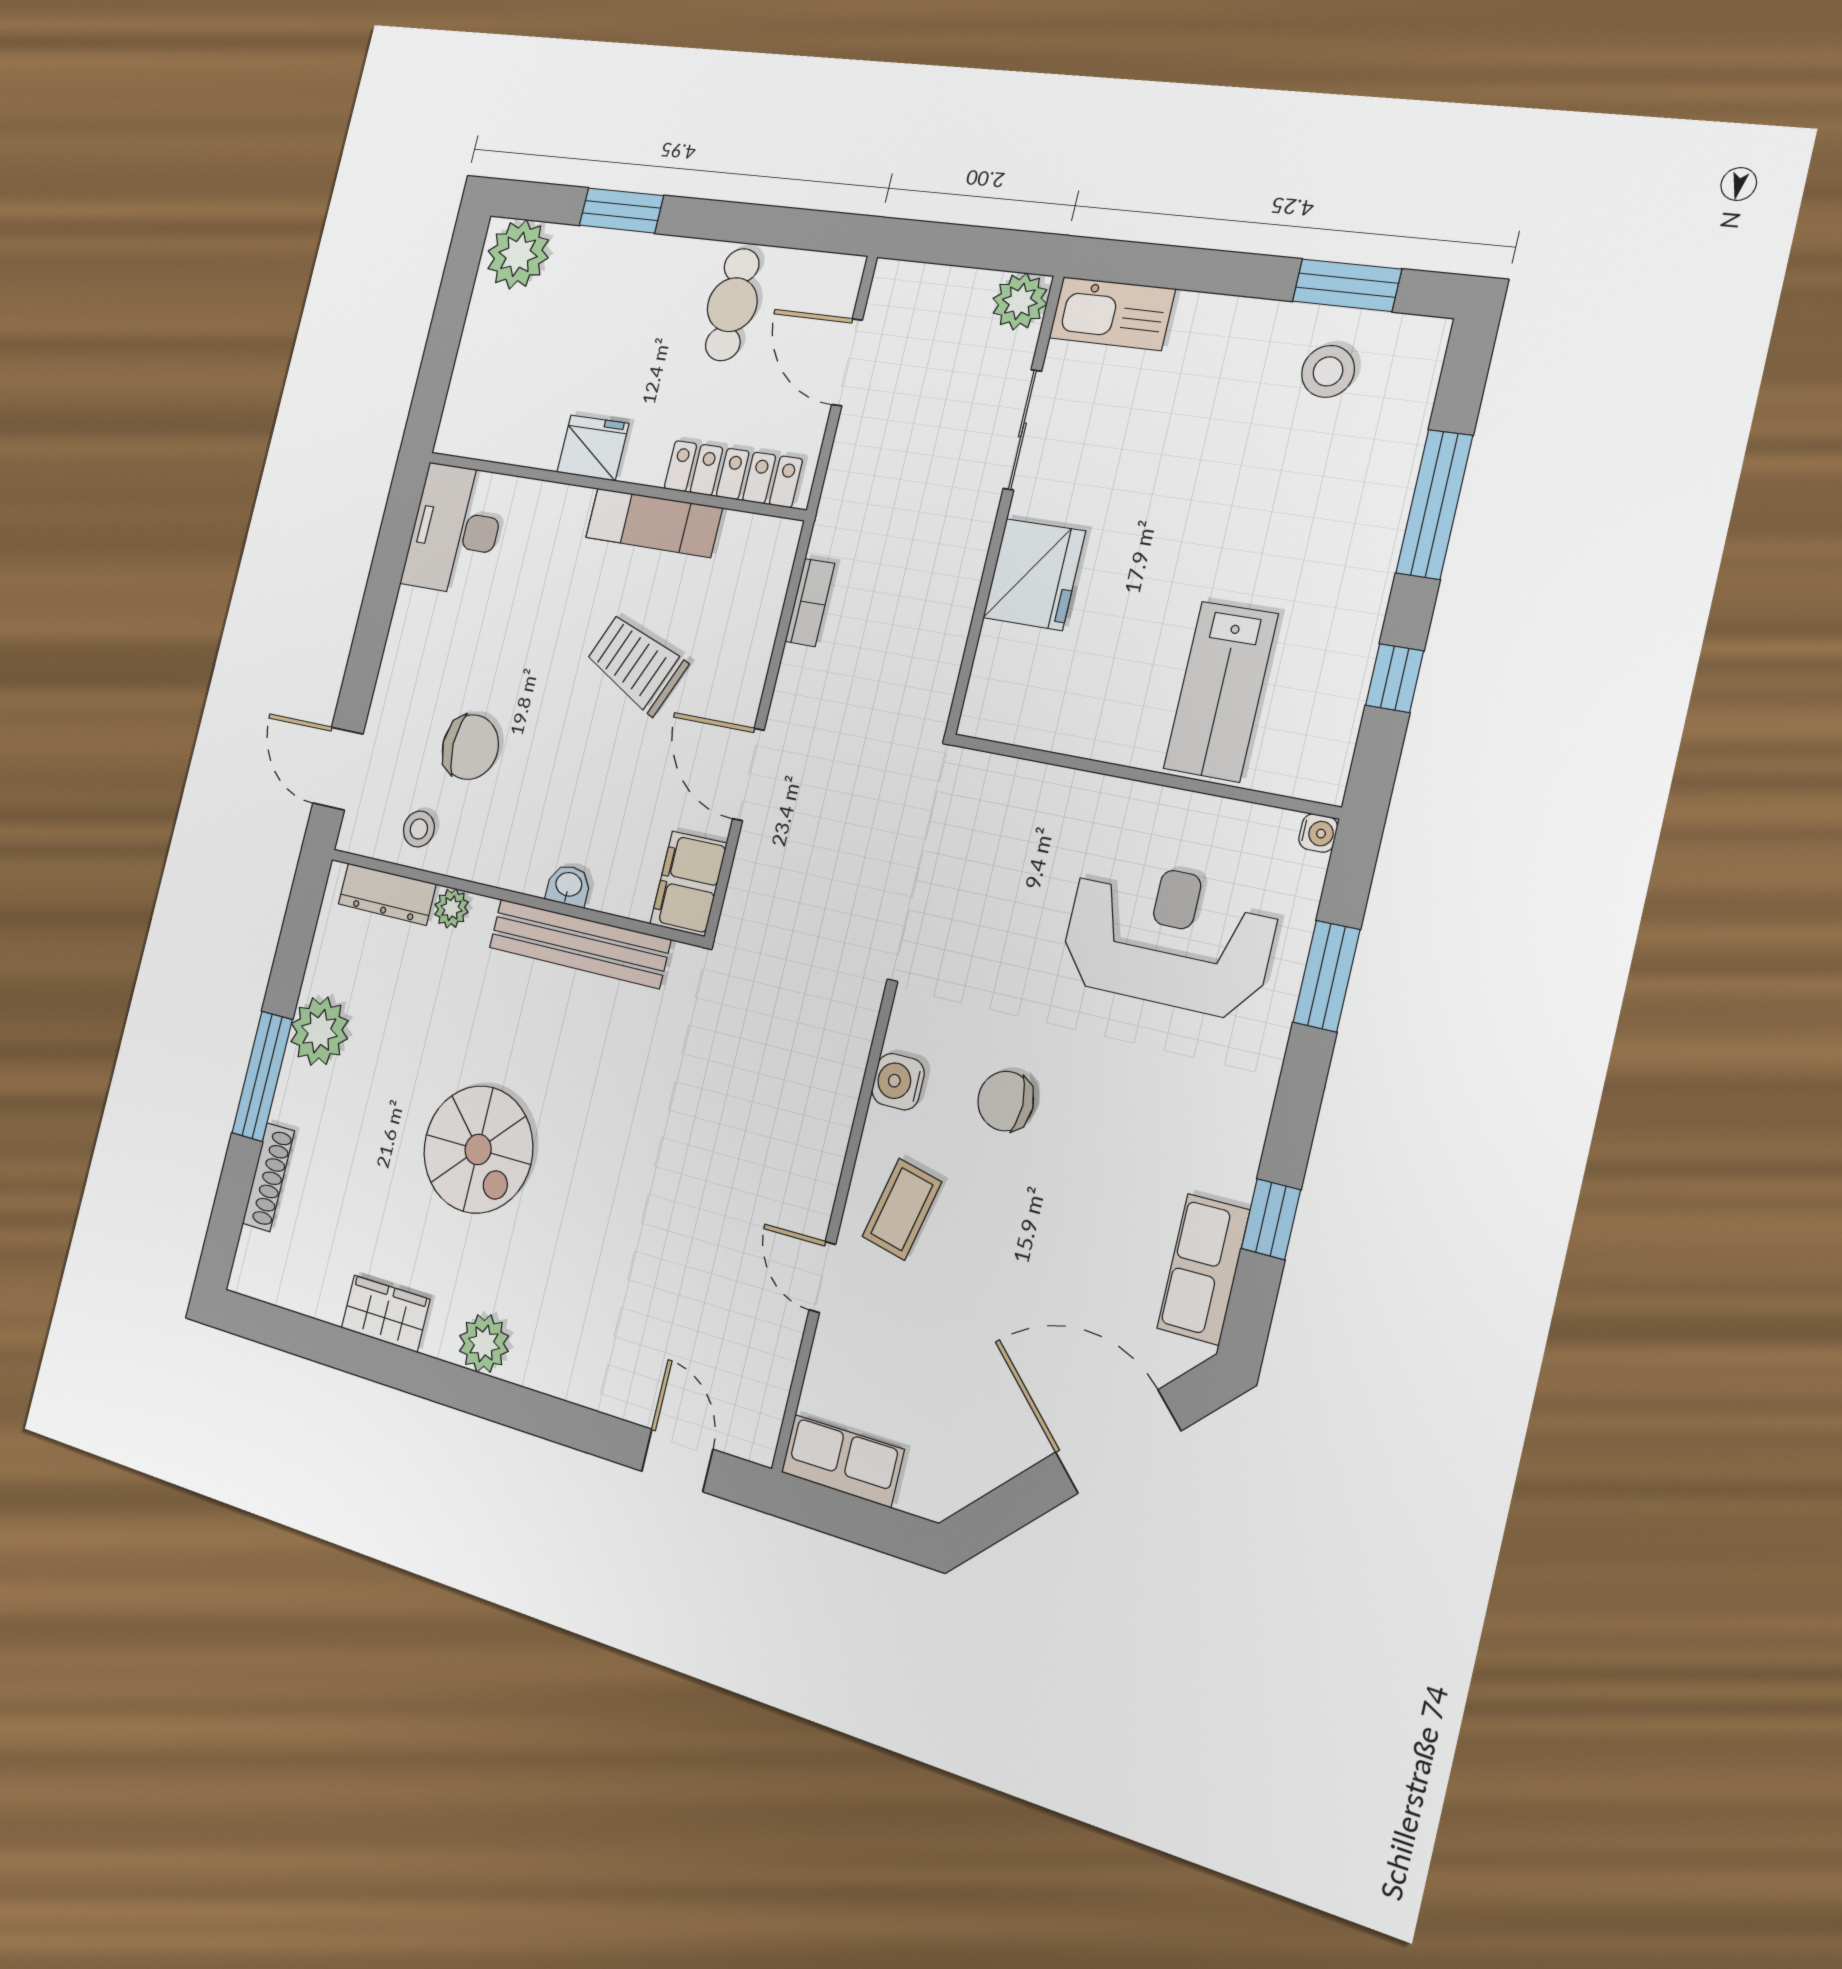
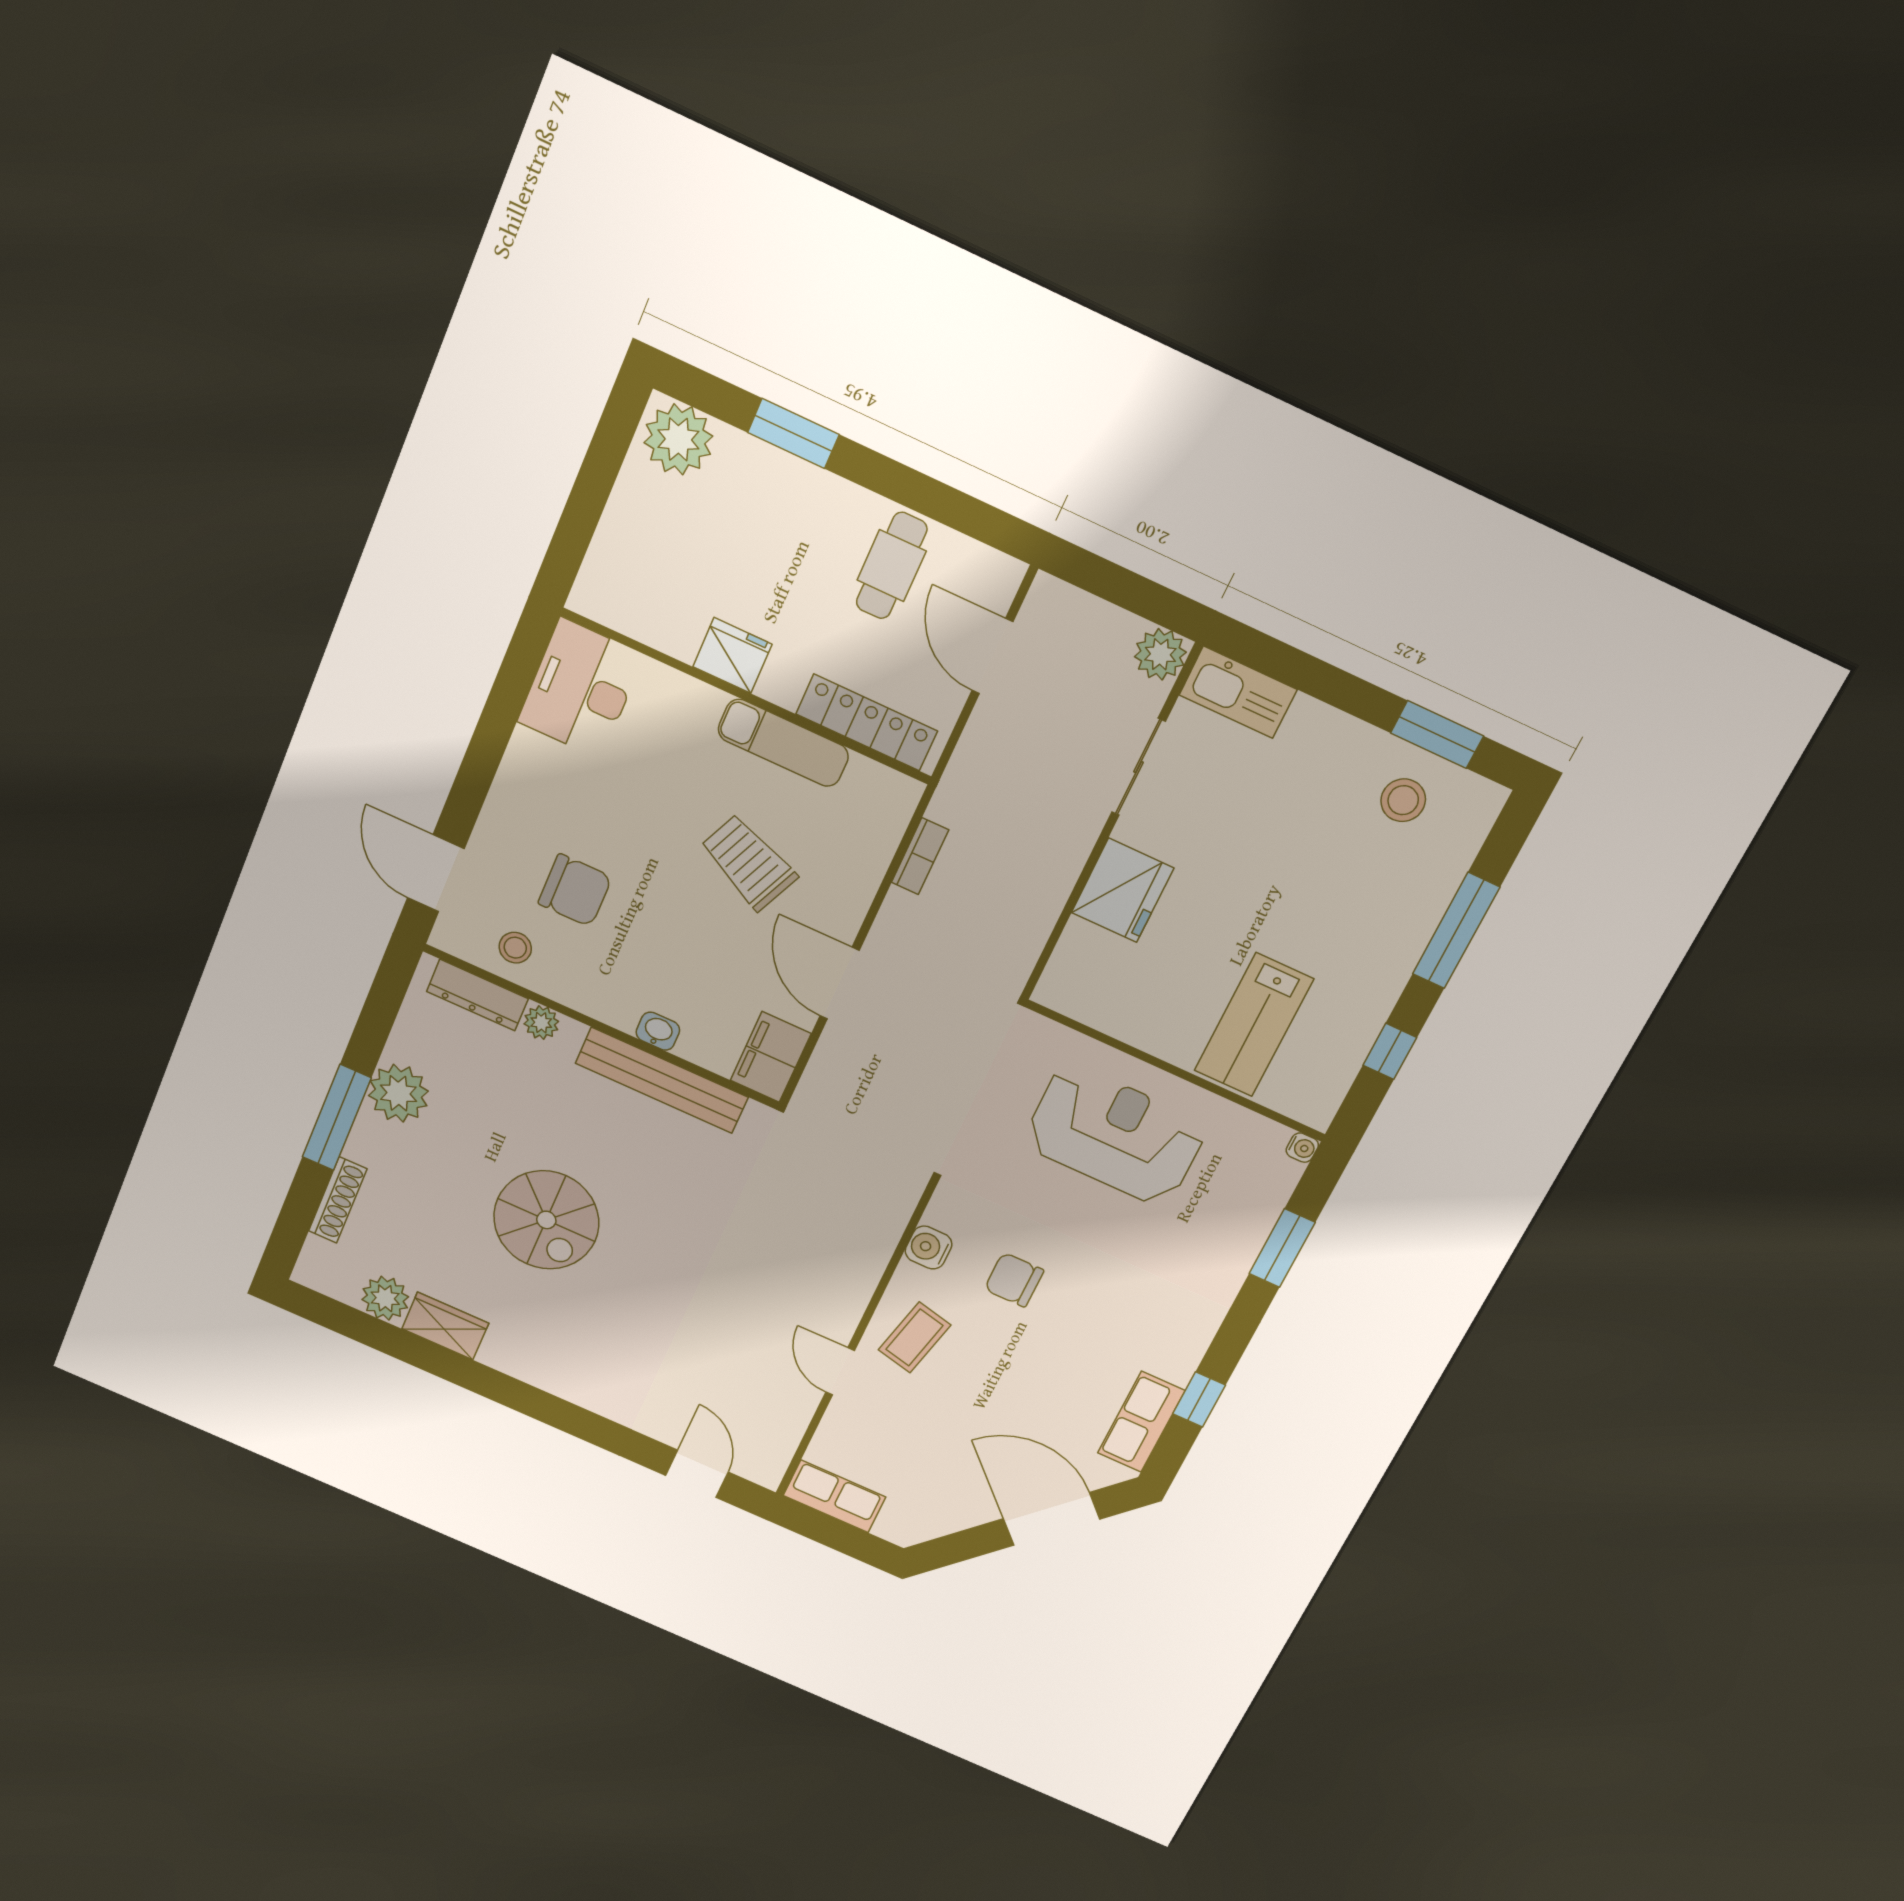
reception desk: (1168, 937) -> (1115, 1135), moved
plant: (484, 1343) -> (385, 1298), moved

